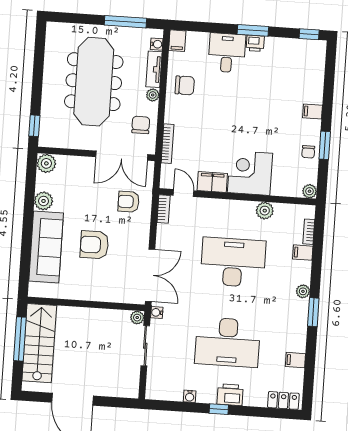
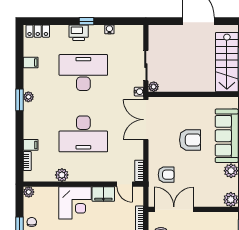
plant: (303, 291) -> (28, 97), moved

